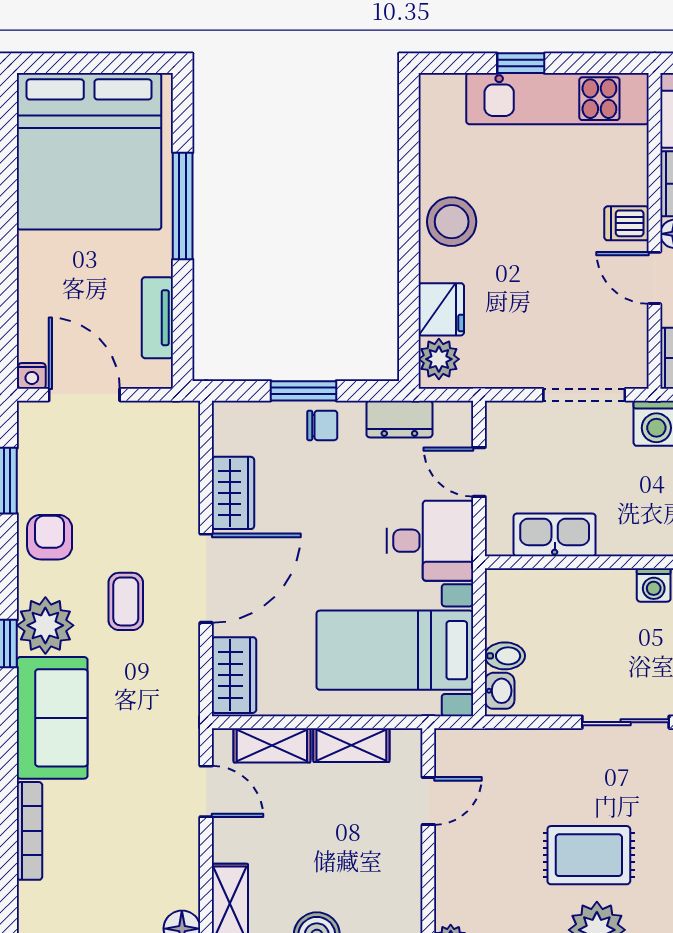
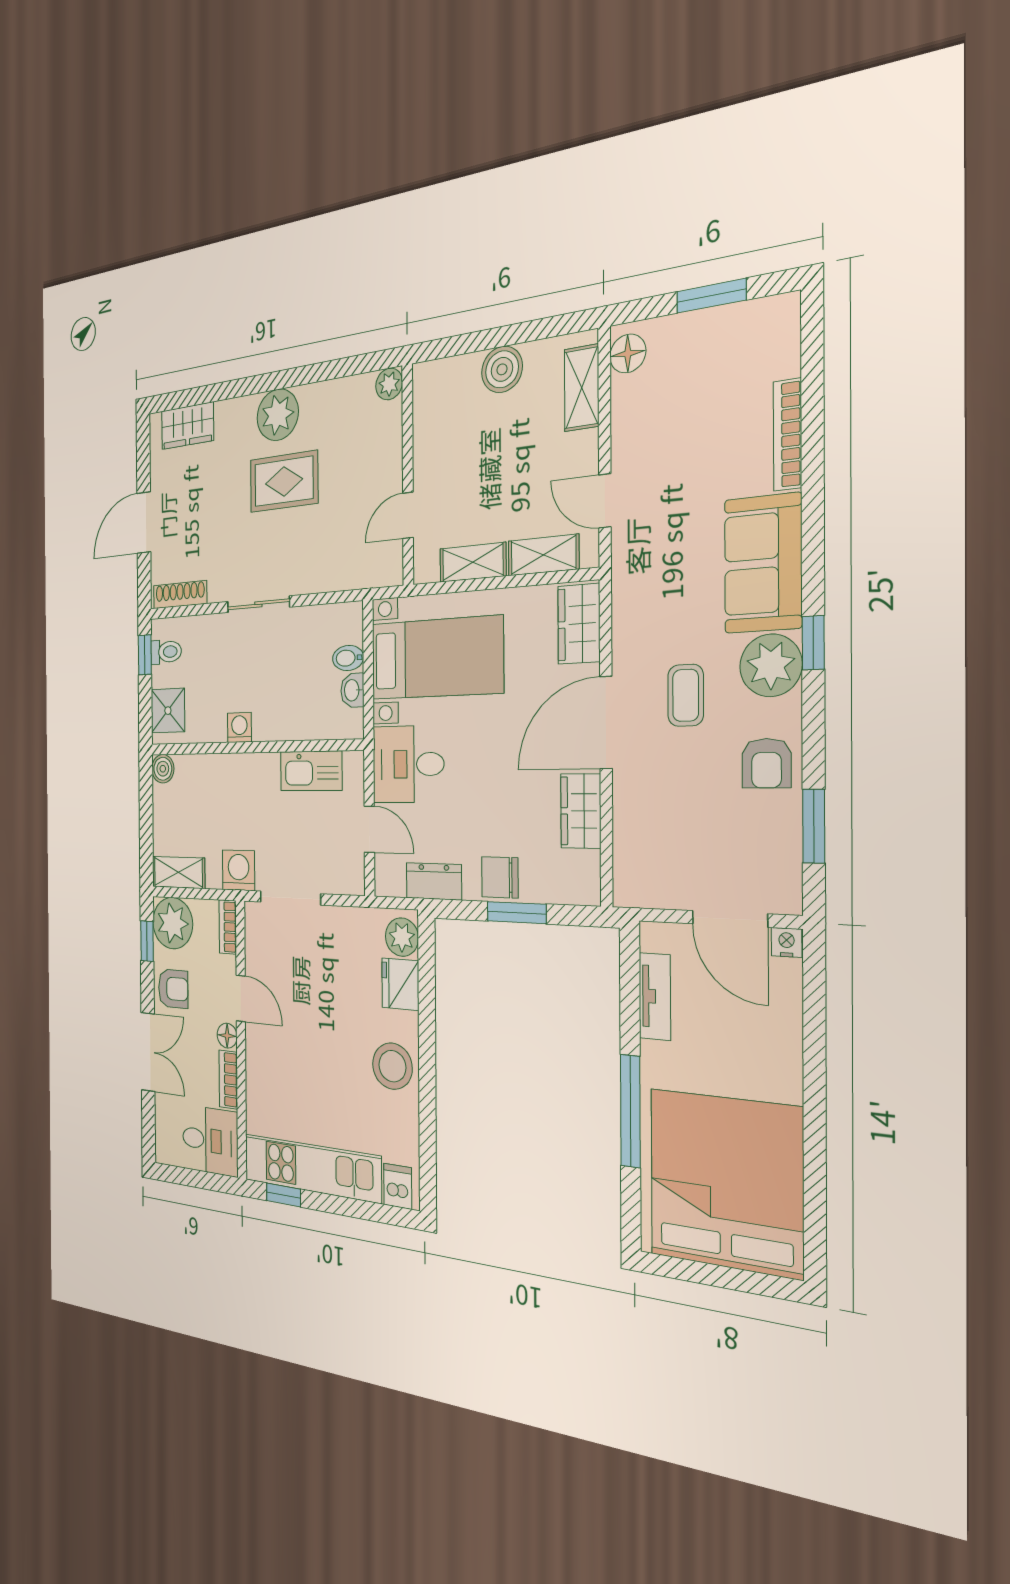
window: (521, 63) -> (283, 1195), moved
dishwasher: (627, 223) -> (398, 1186), moved, turned -90
chair: (322, 425) -> (500, 877), width x1.37, depth x1.37
washbasin: (500, 691) -> (352, 690), moved

